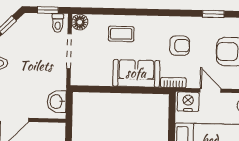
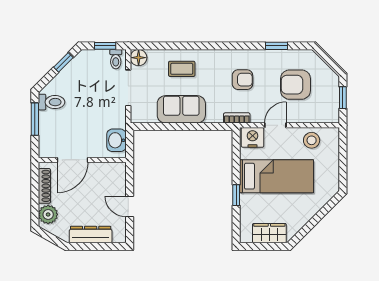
sofa: (136, 73) -> (181, 109), moved
door: (210, 91) -> (275, 125), hinge flipped

